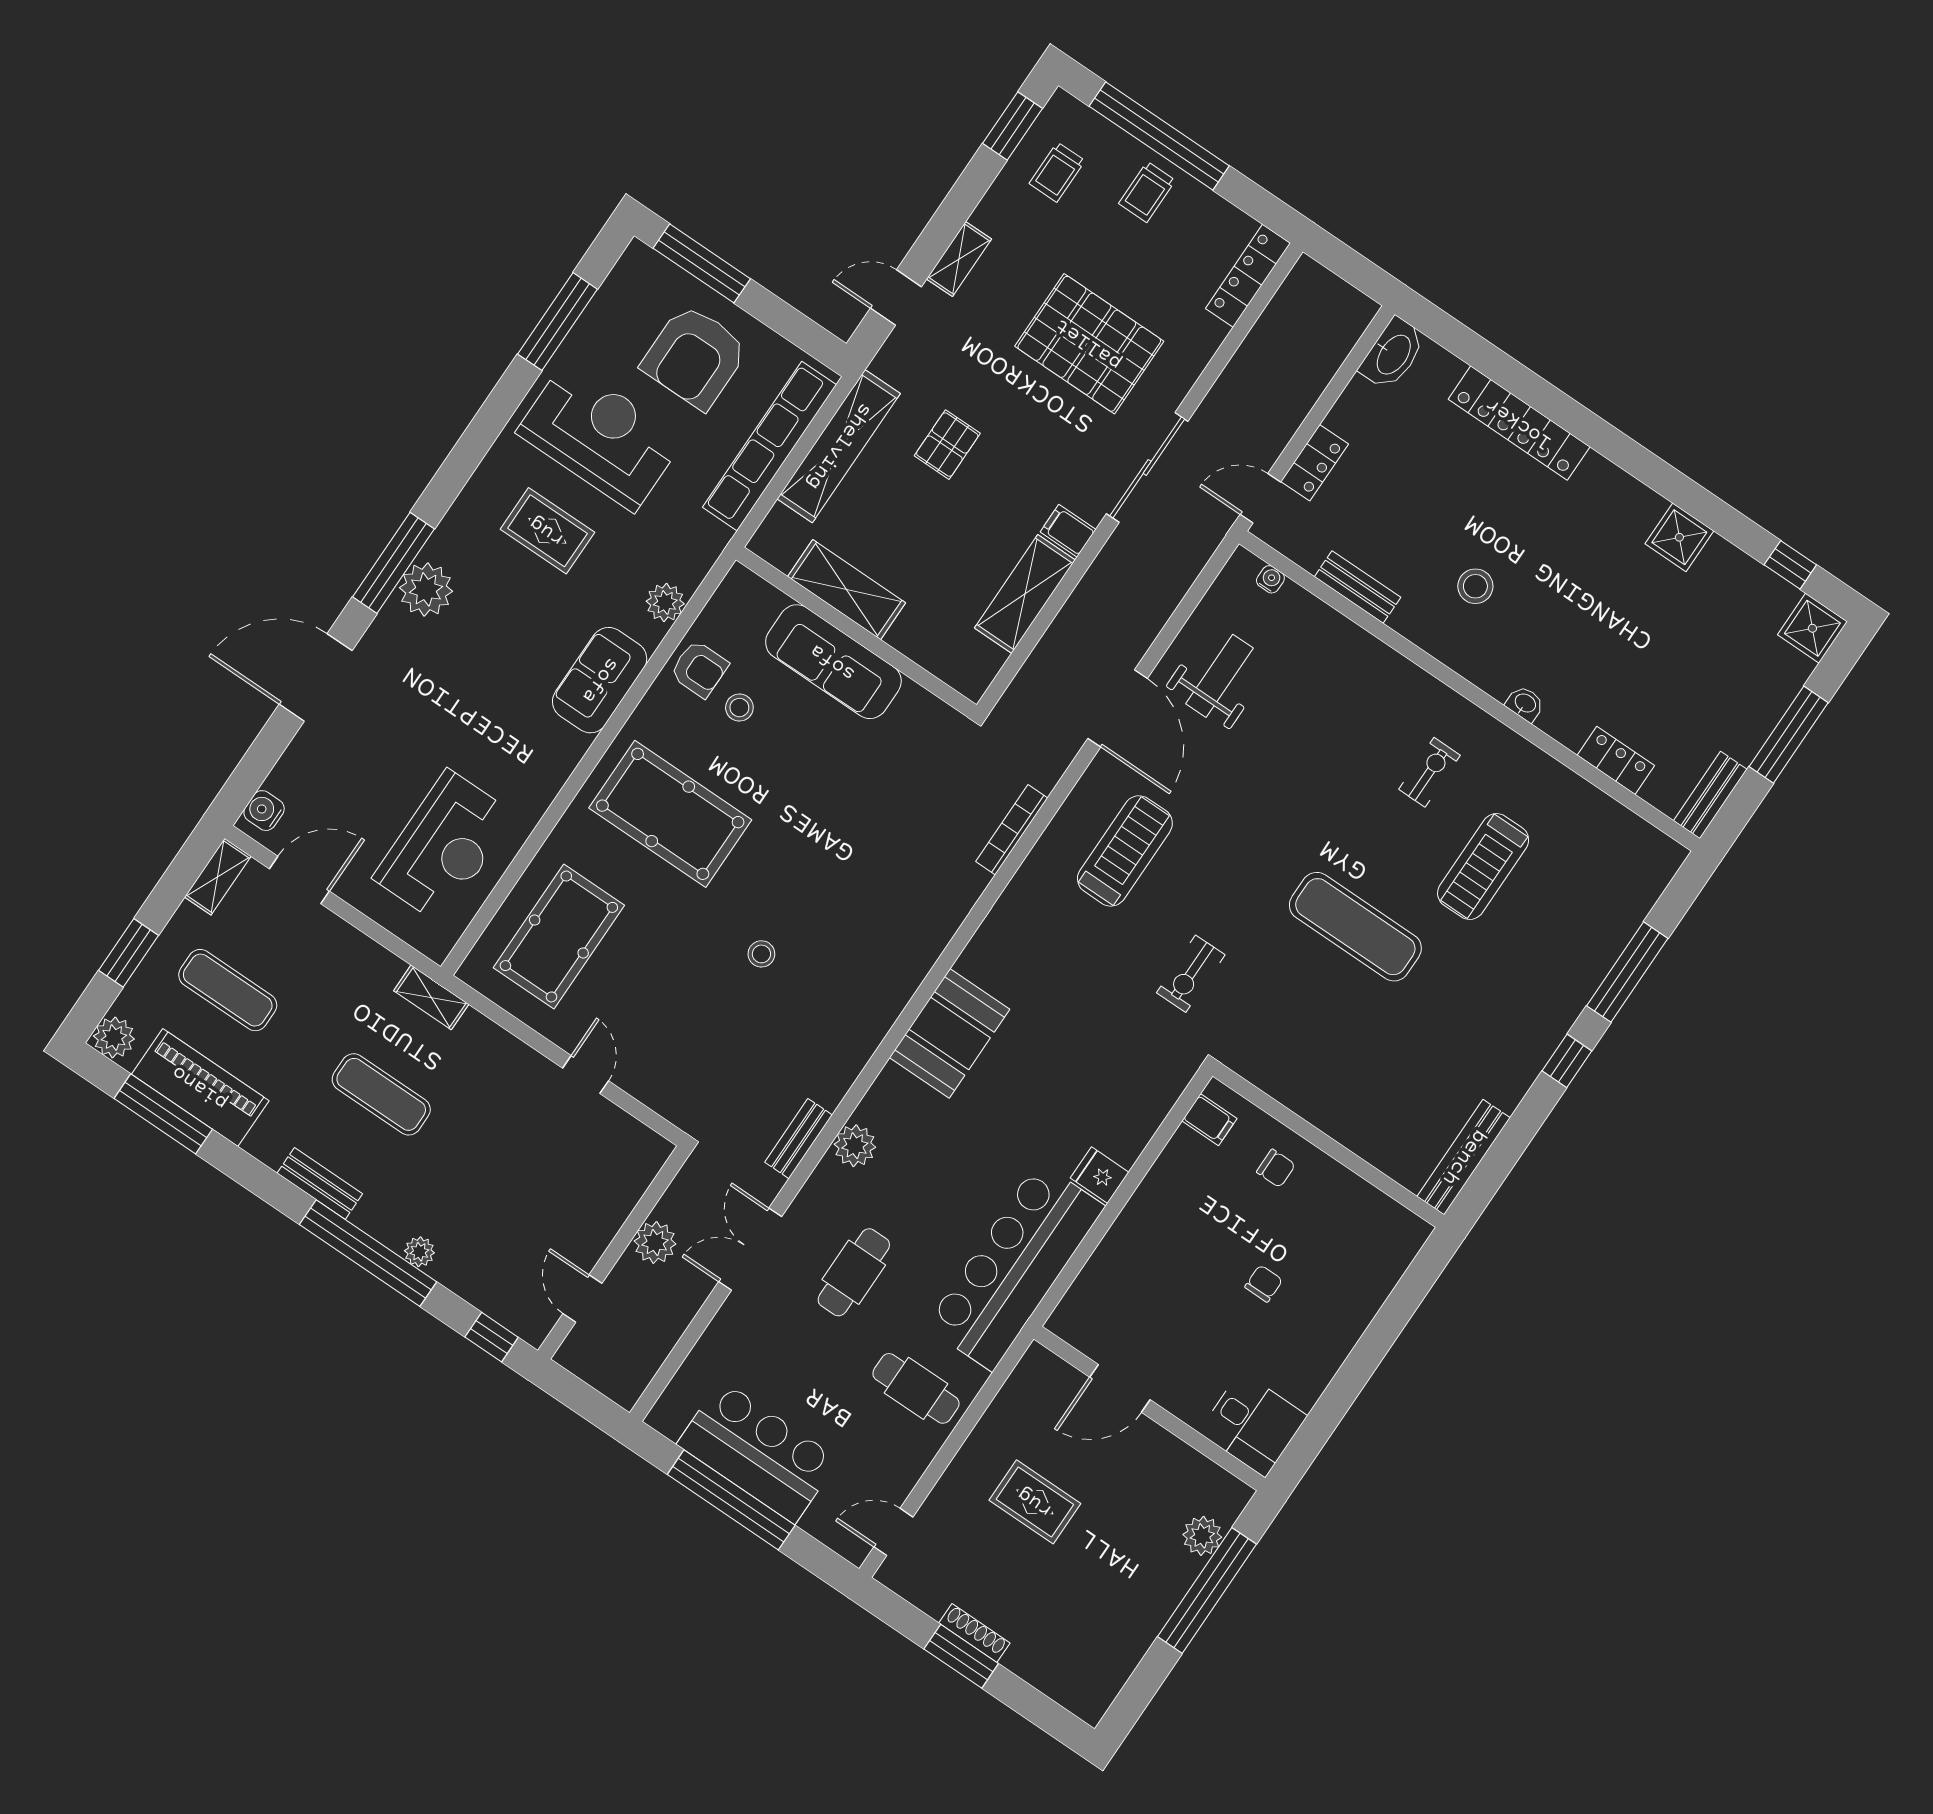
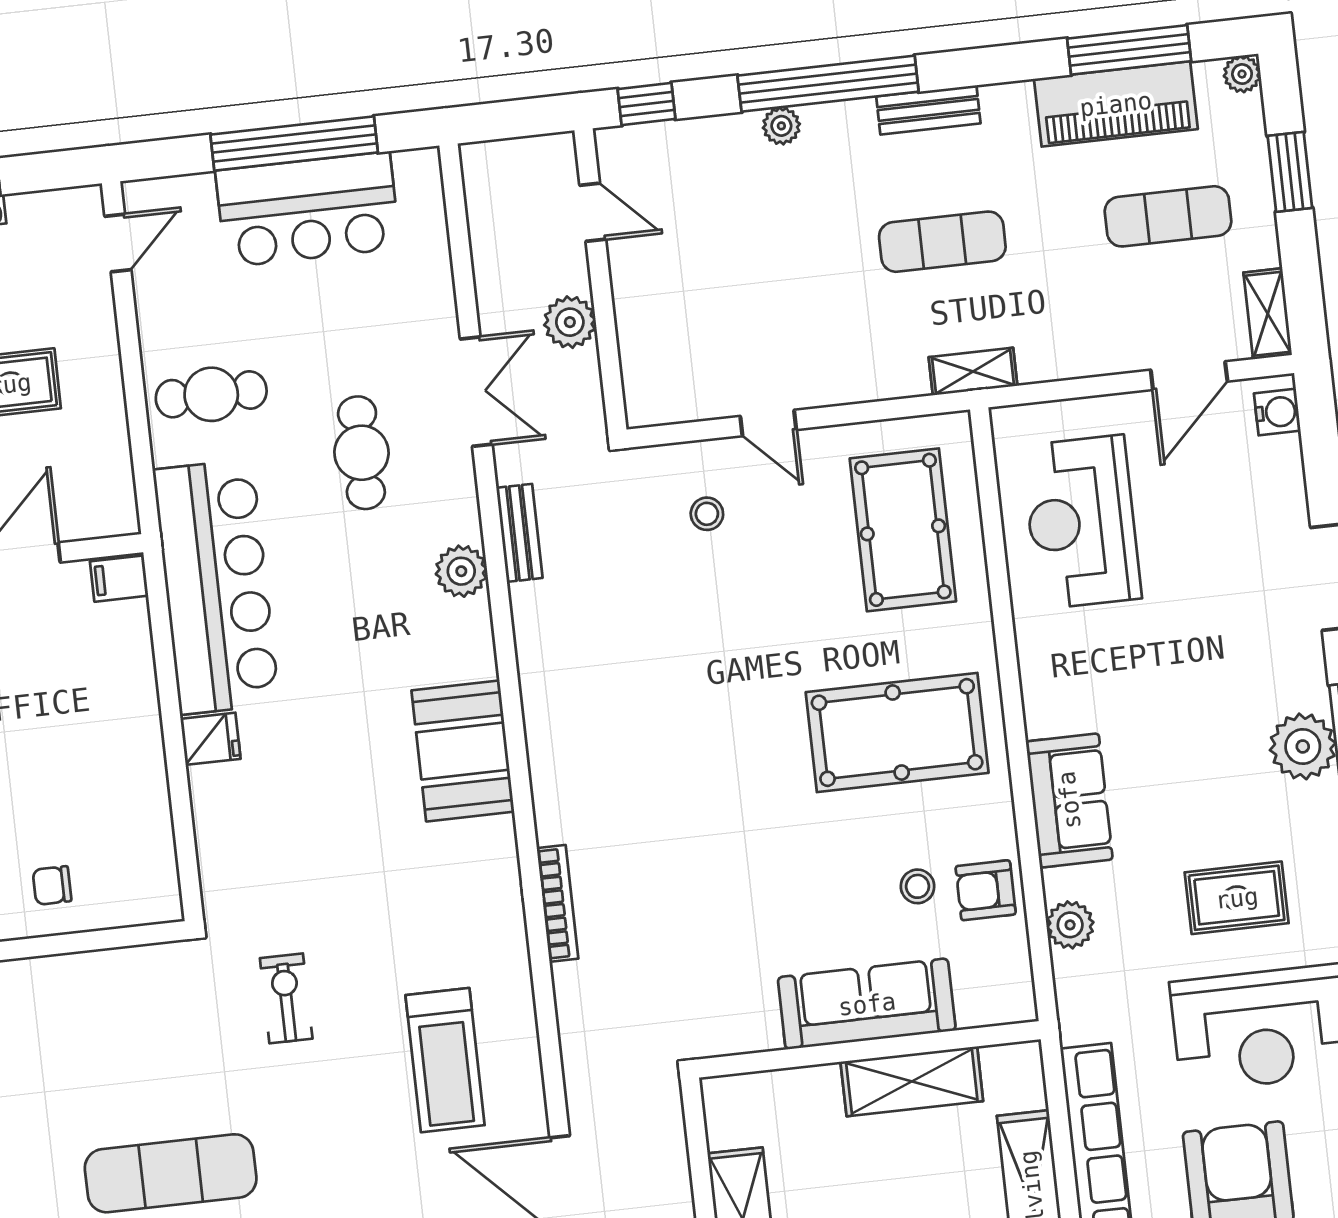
bookcase: (1012, 830) -> (557, 903), moved
stool: (761, 954) -> (707, 514), moved
plant: (114, 1037) -> (1242, 74), width x0.73, depth x0.73
filing cabinet: (1209, 1120) -> (119, 579), moved

